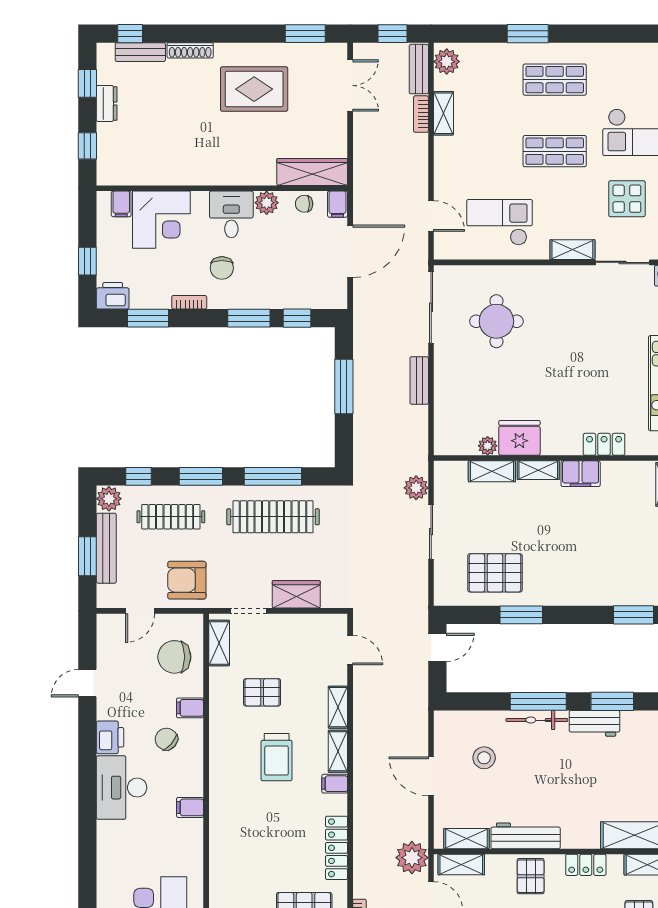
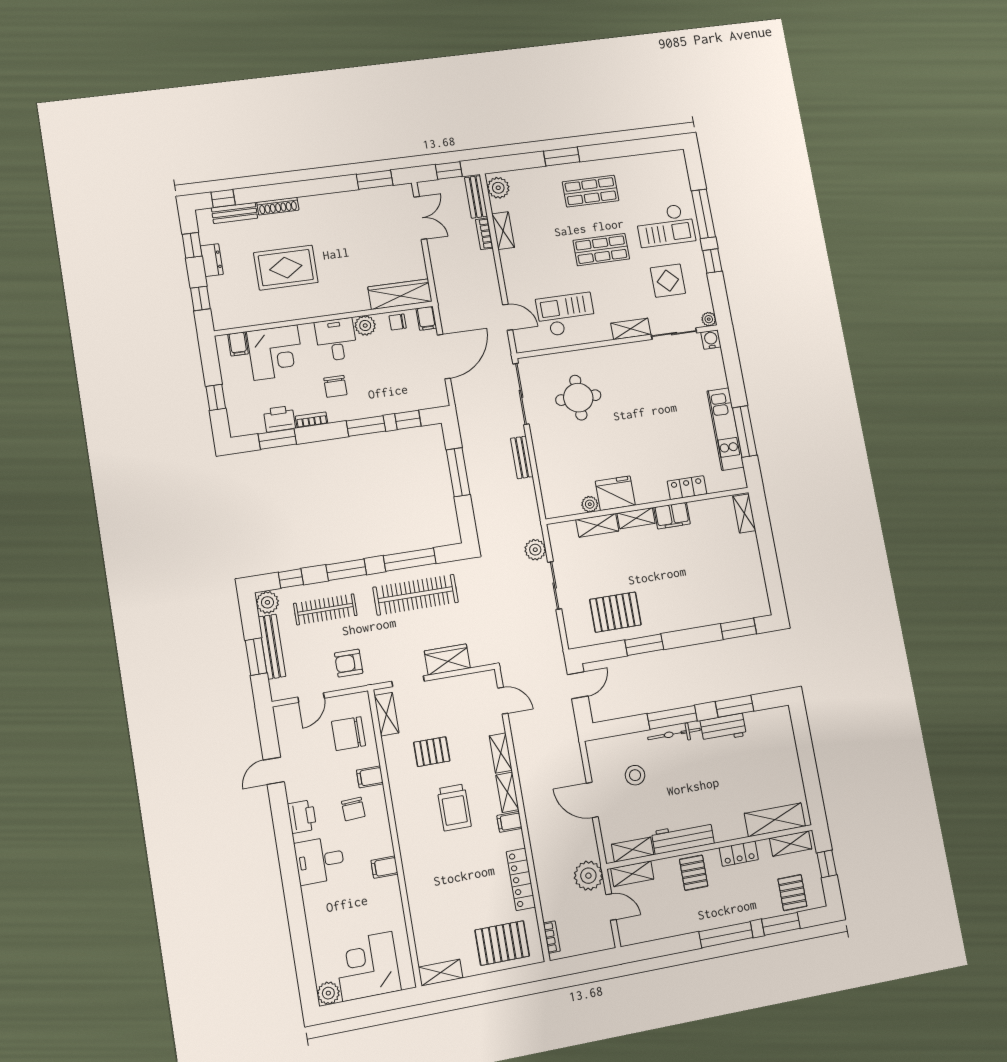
rug: (254, 89) -> (286, 268), moved
printer: (113, 296) -> (279, 419), moved
armchair: (187, 580) -> (349, 663), width x0.72, depth x0.72
chair: (166, 739) -> (353, 809), turned -134
desk: (122, 788) -> (320, 860), width x0.73

